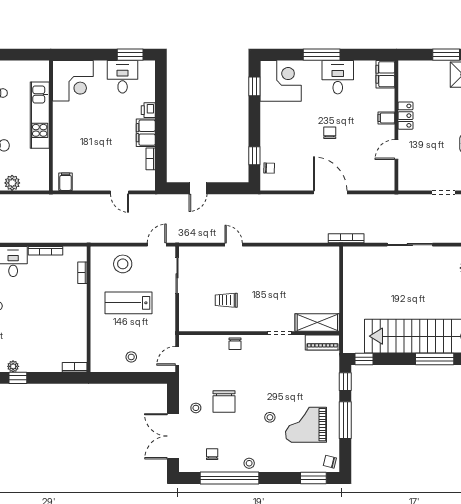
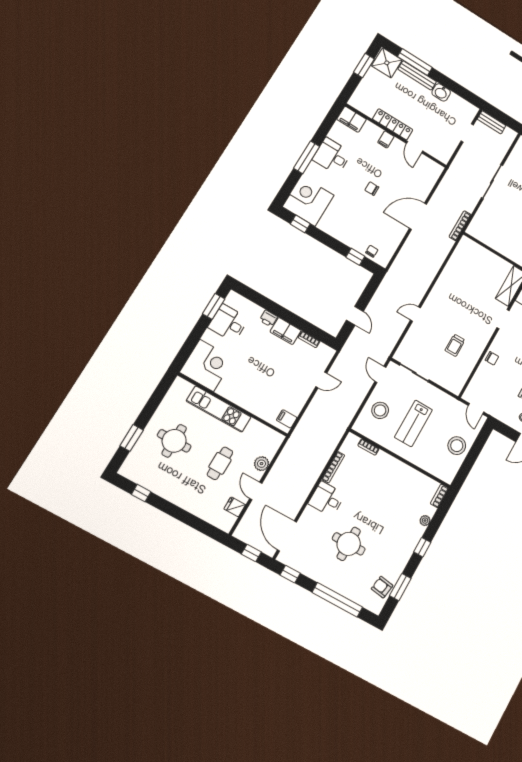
locker: (405, 116) -> (393, 124), width x1.53
stool: (131, 357) -> (457, 446), width x1.89, depth x1.89
plant: (13, 366) -> (425, 521), moved

